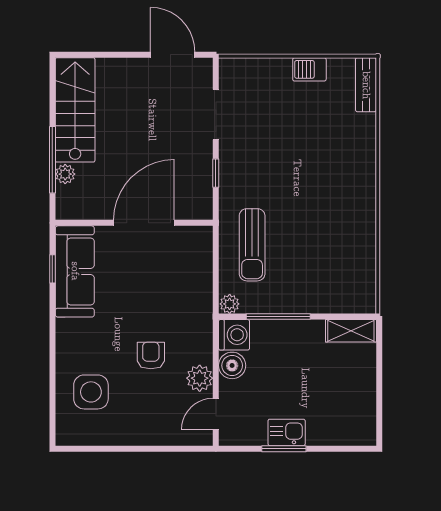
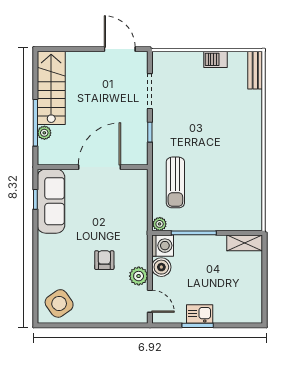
side table: (91, 392) -> (59, 303), moved, turned -35
door: (216, 414) -> (150, 301), swing flipped

